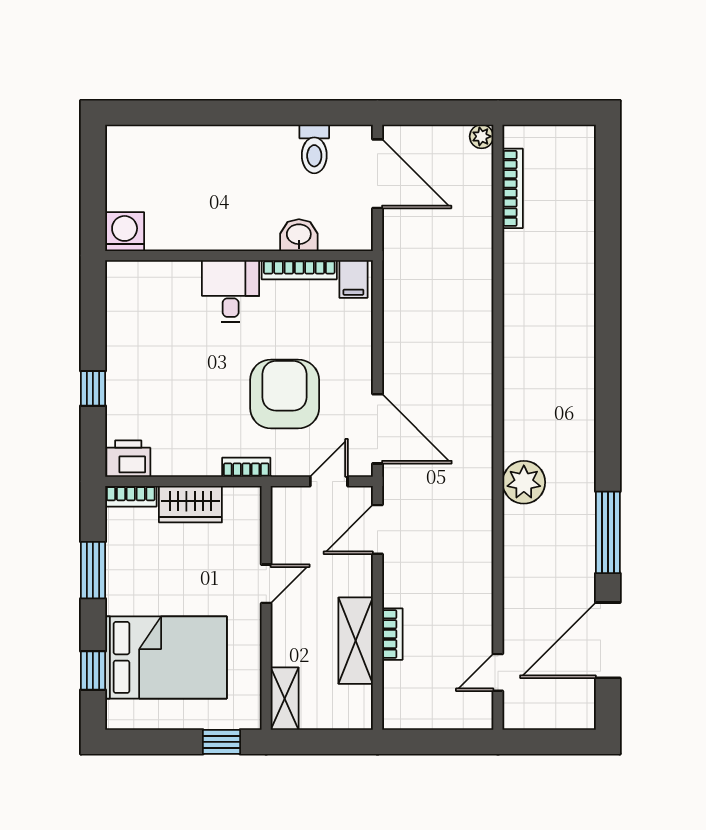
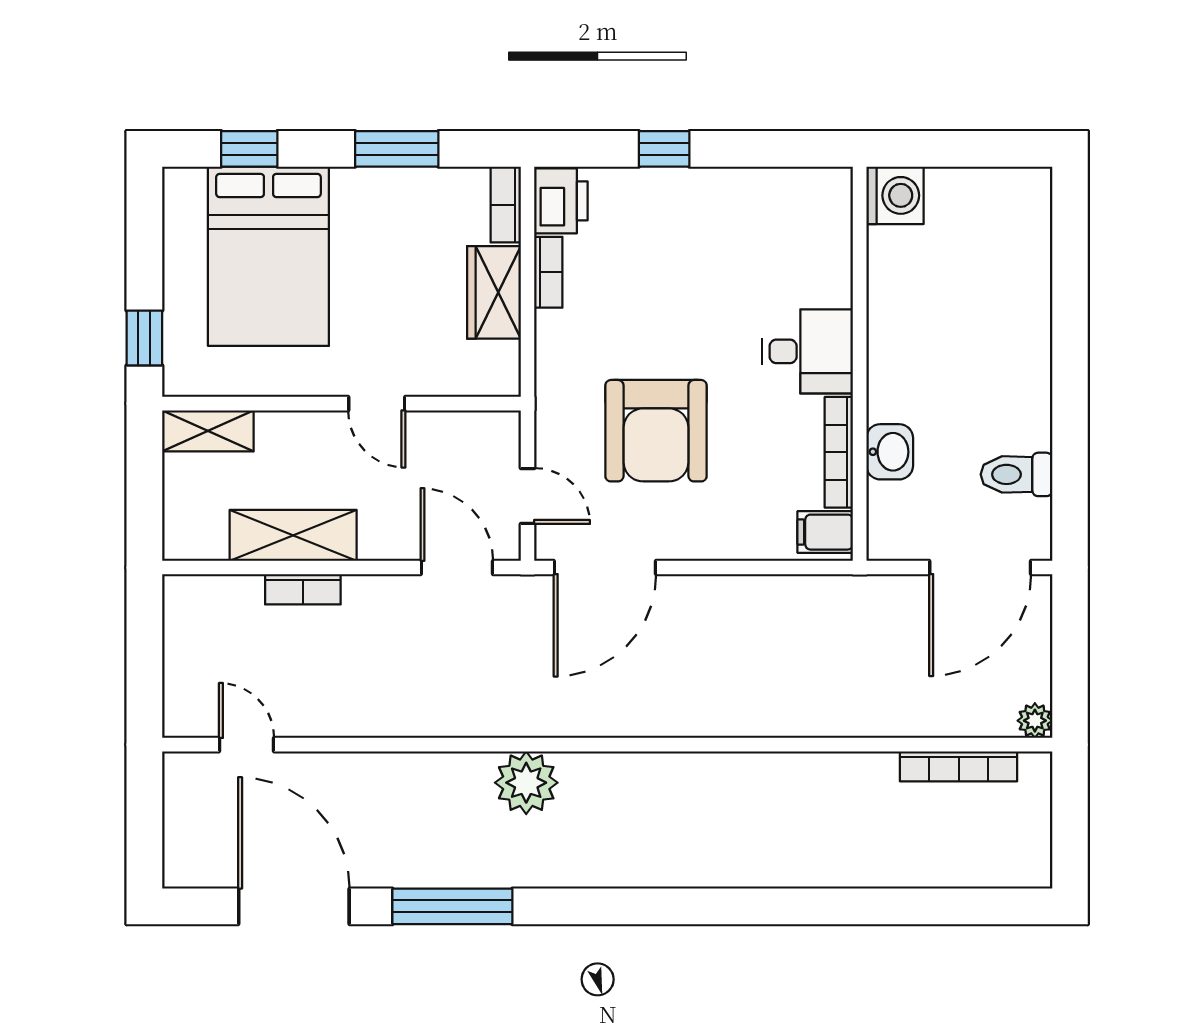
armchair: (285, 394) -> (656, 431), turned 90
bookcase: (246, 467) -> (548, 272), moved

